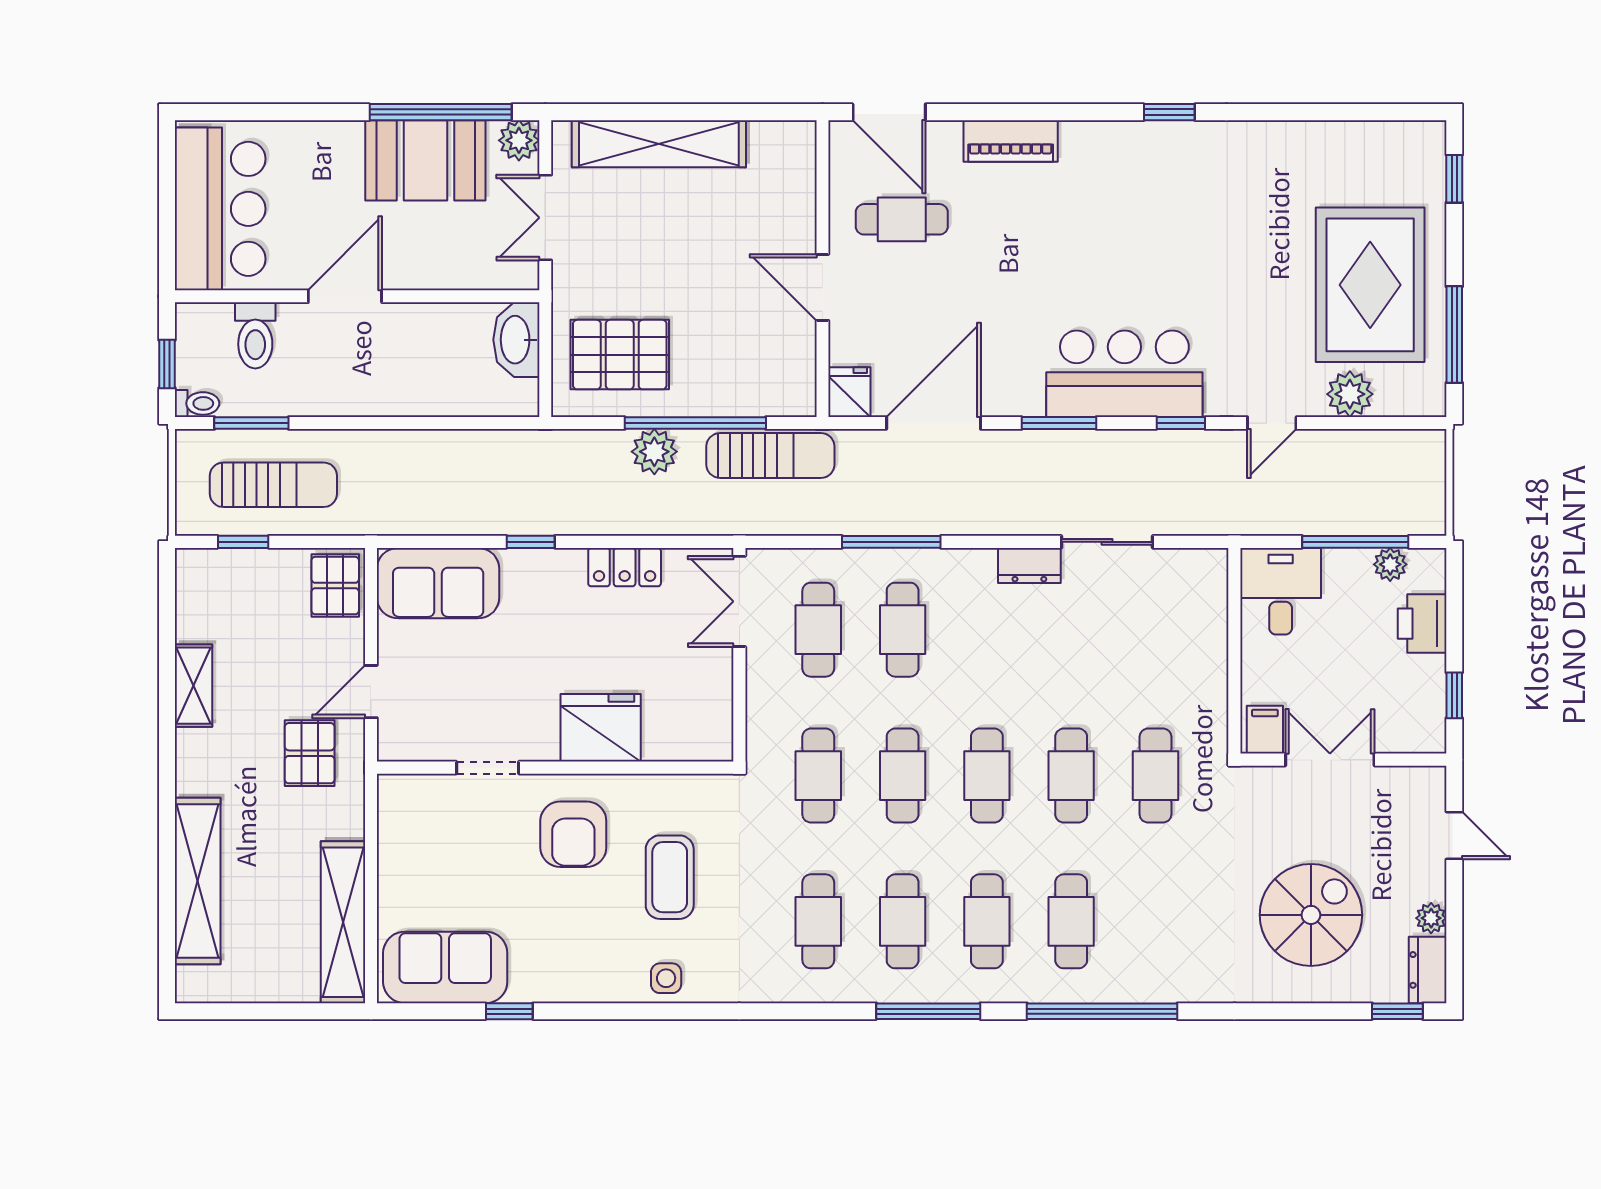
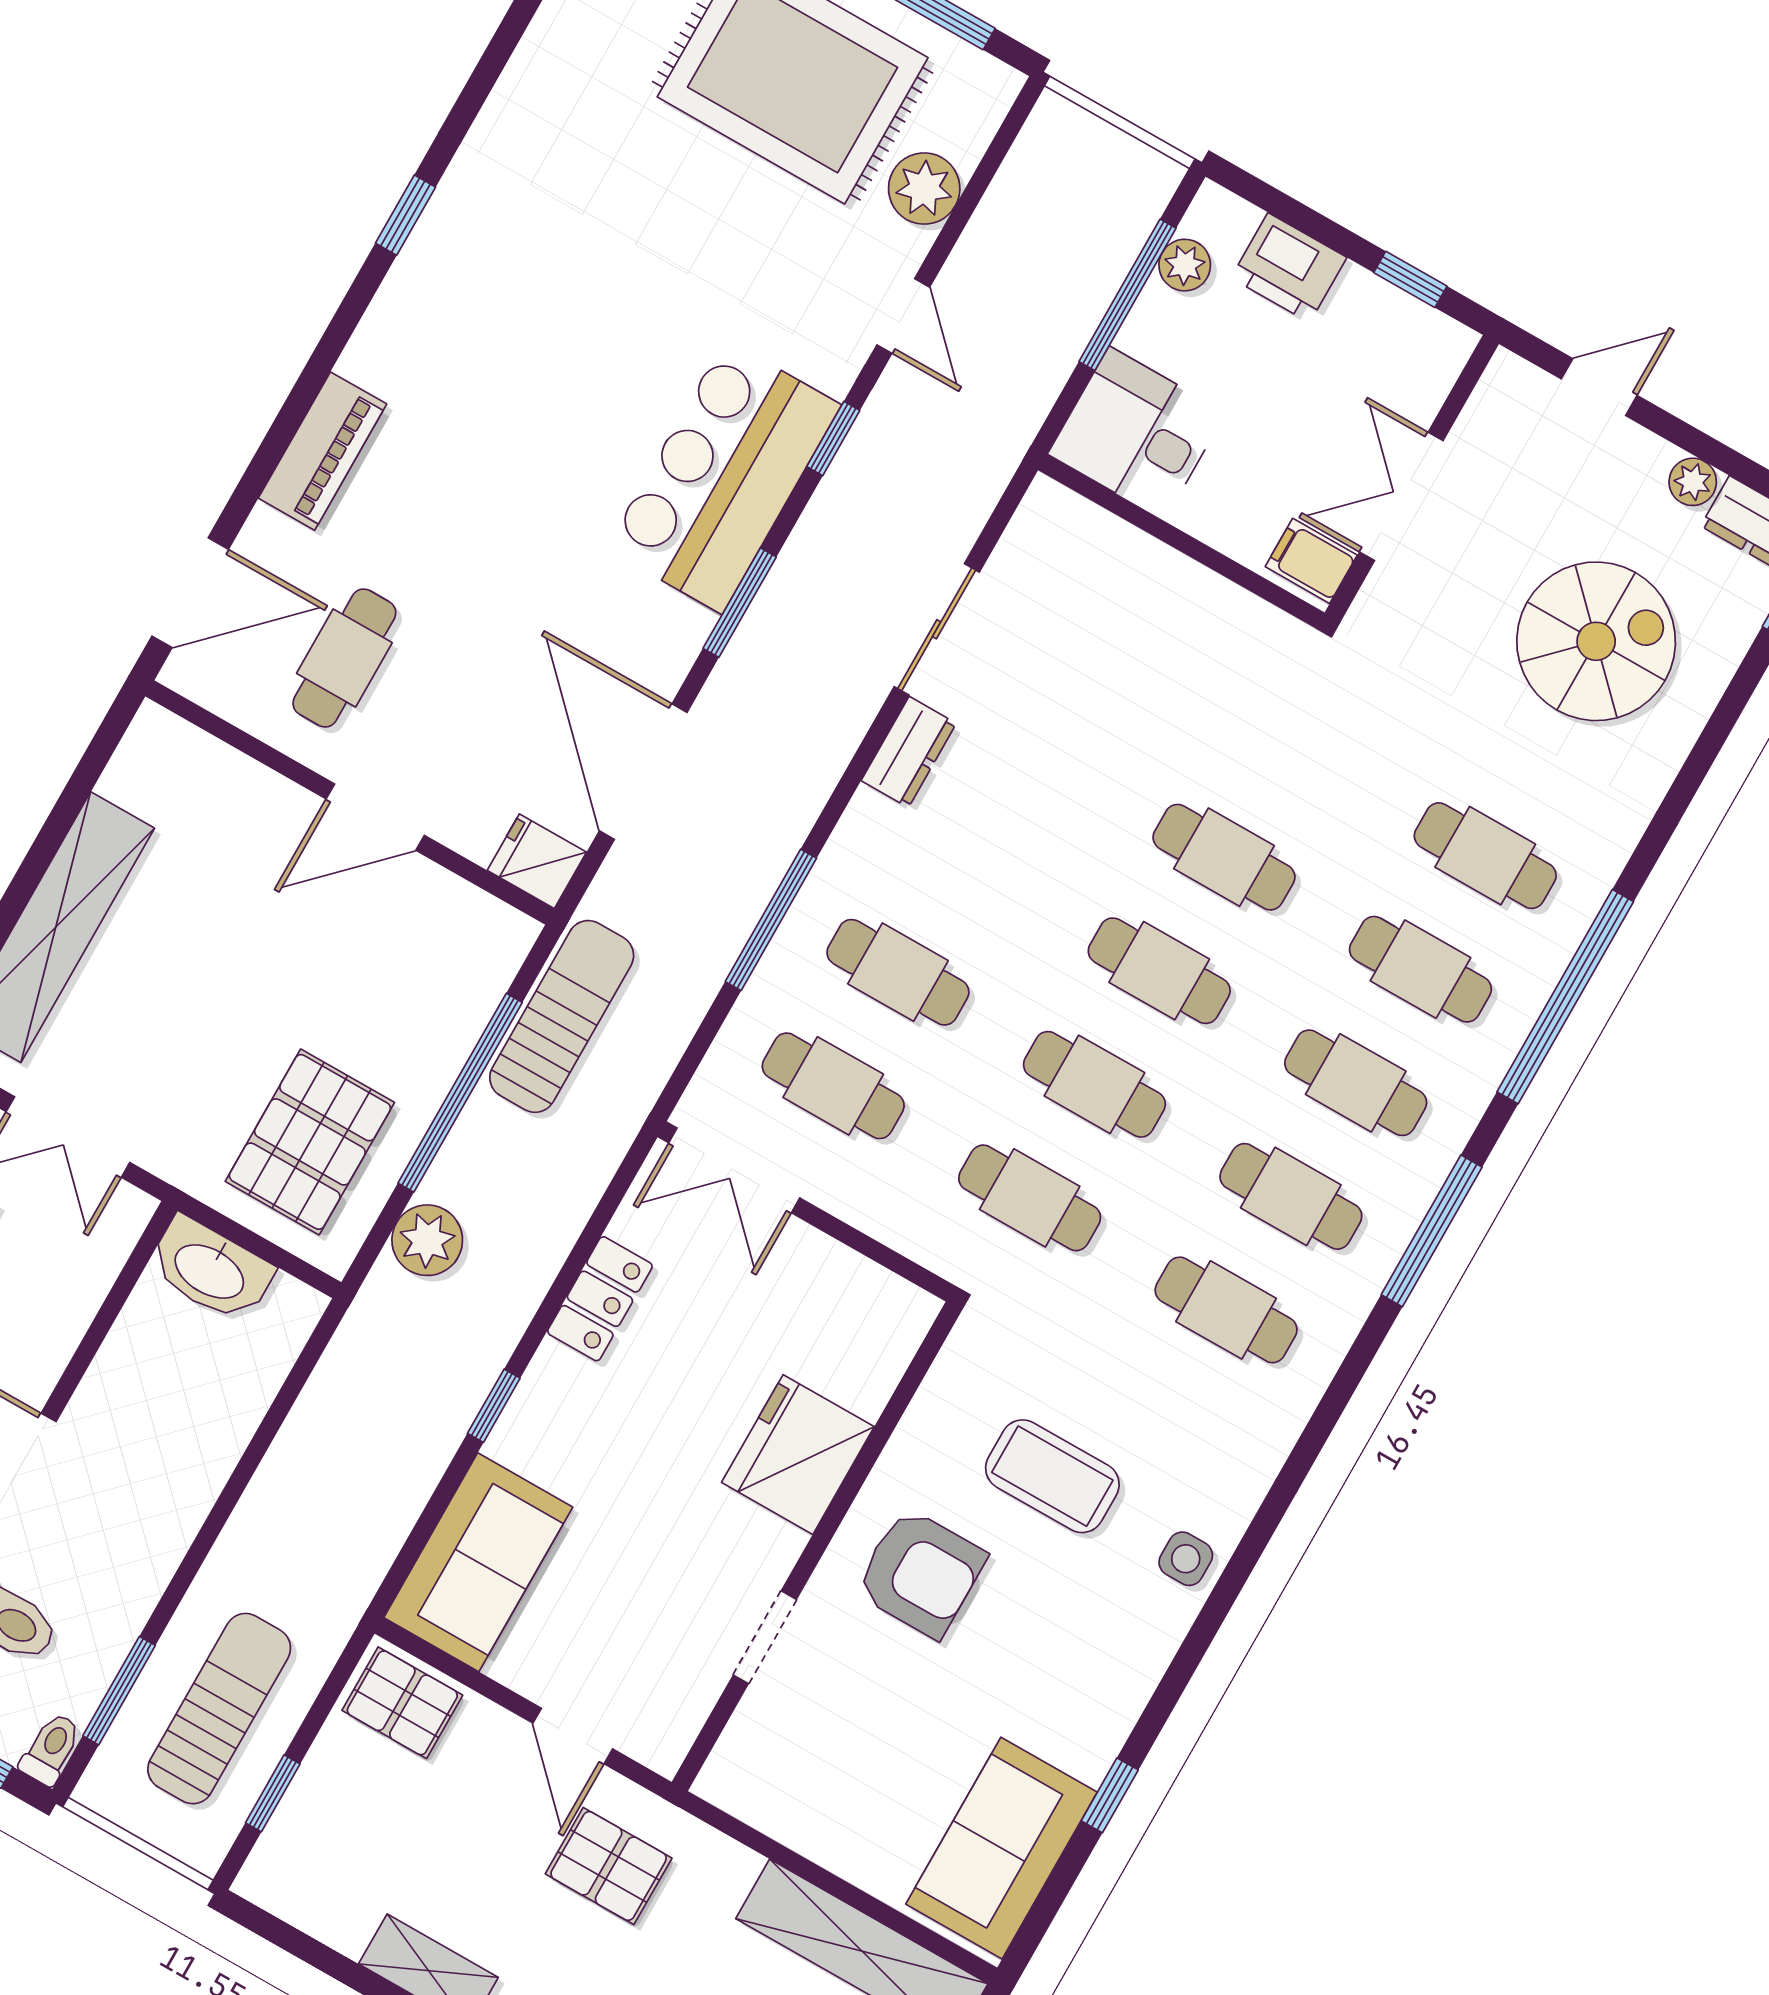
plant: (654, 452) -> (427, 1240), moved
cafe table: (1155, 776) -> (1485, 856), moved
spiral stairs: (1311, 915) -> (1596, 641), turned 90

